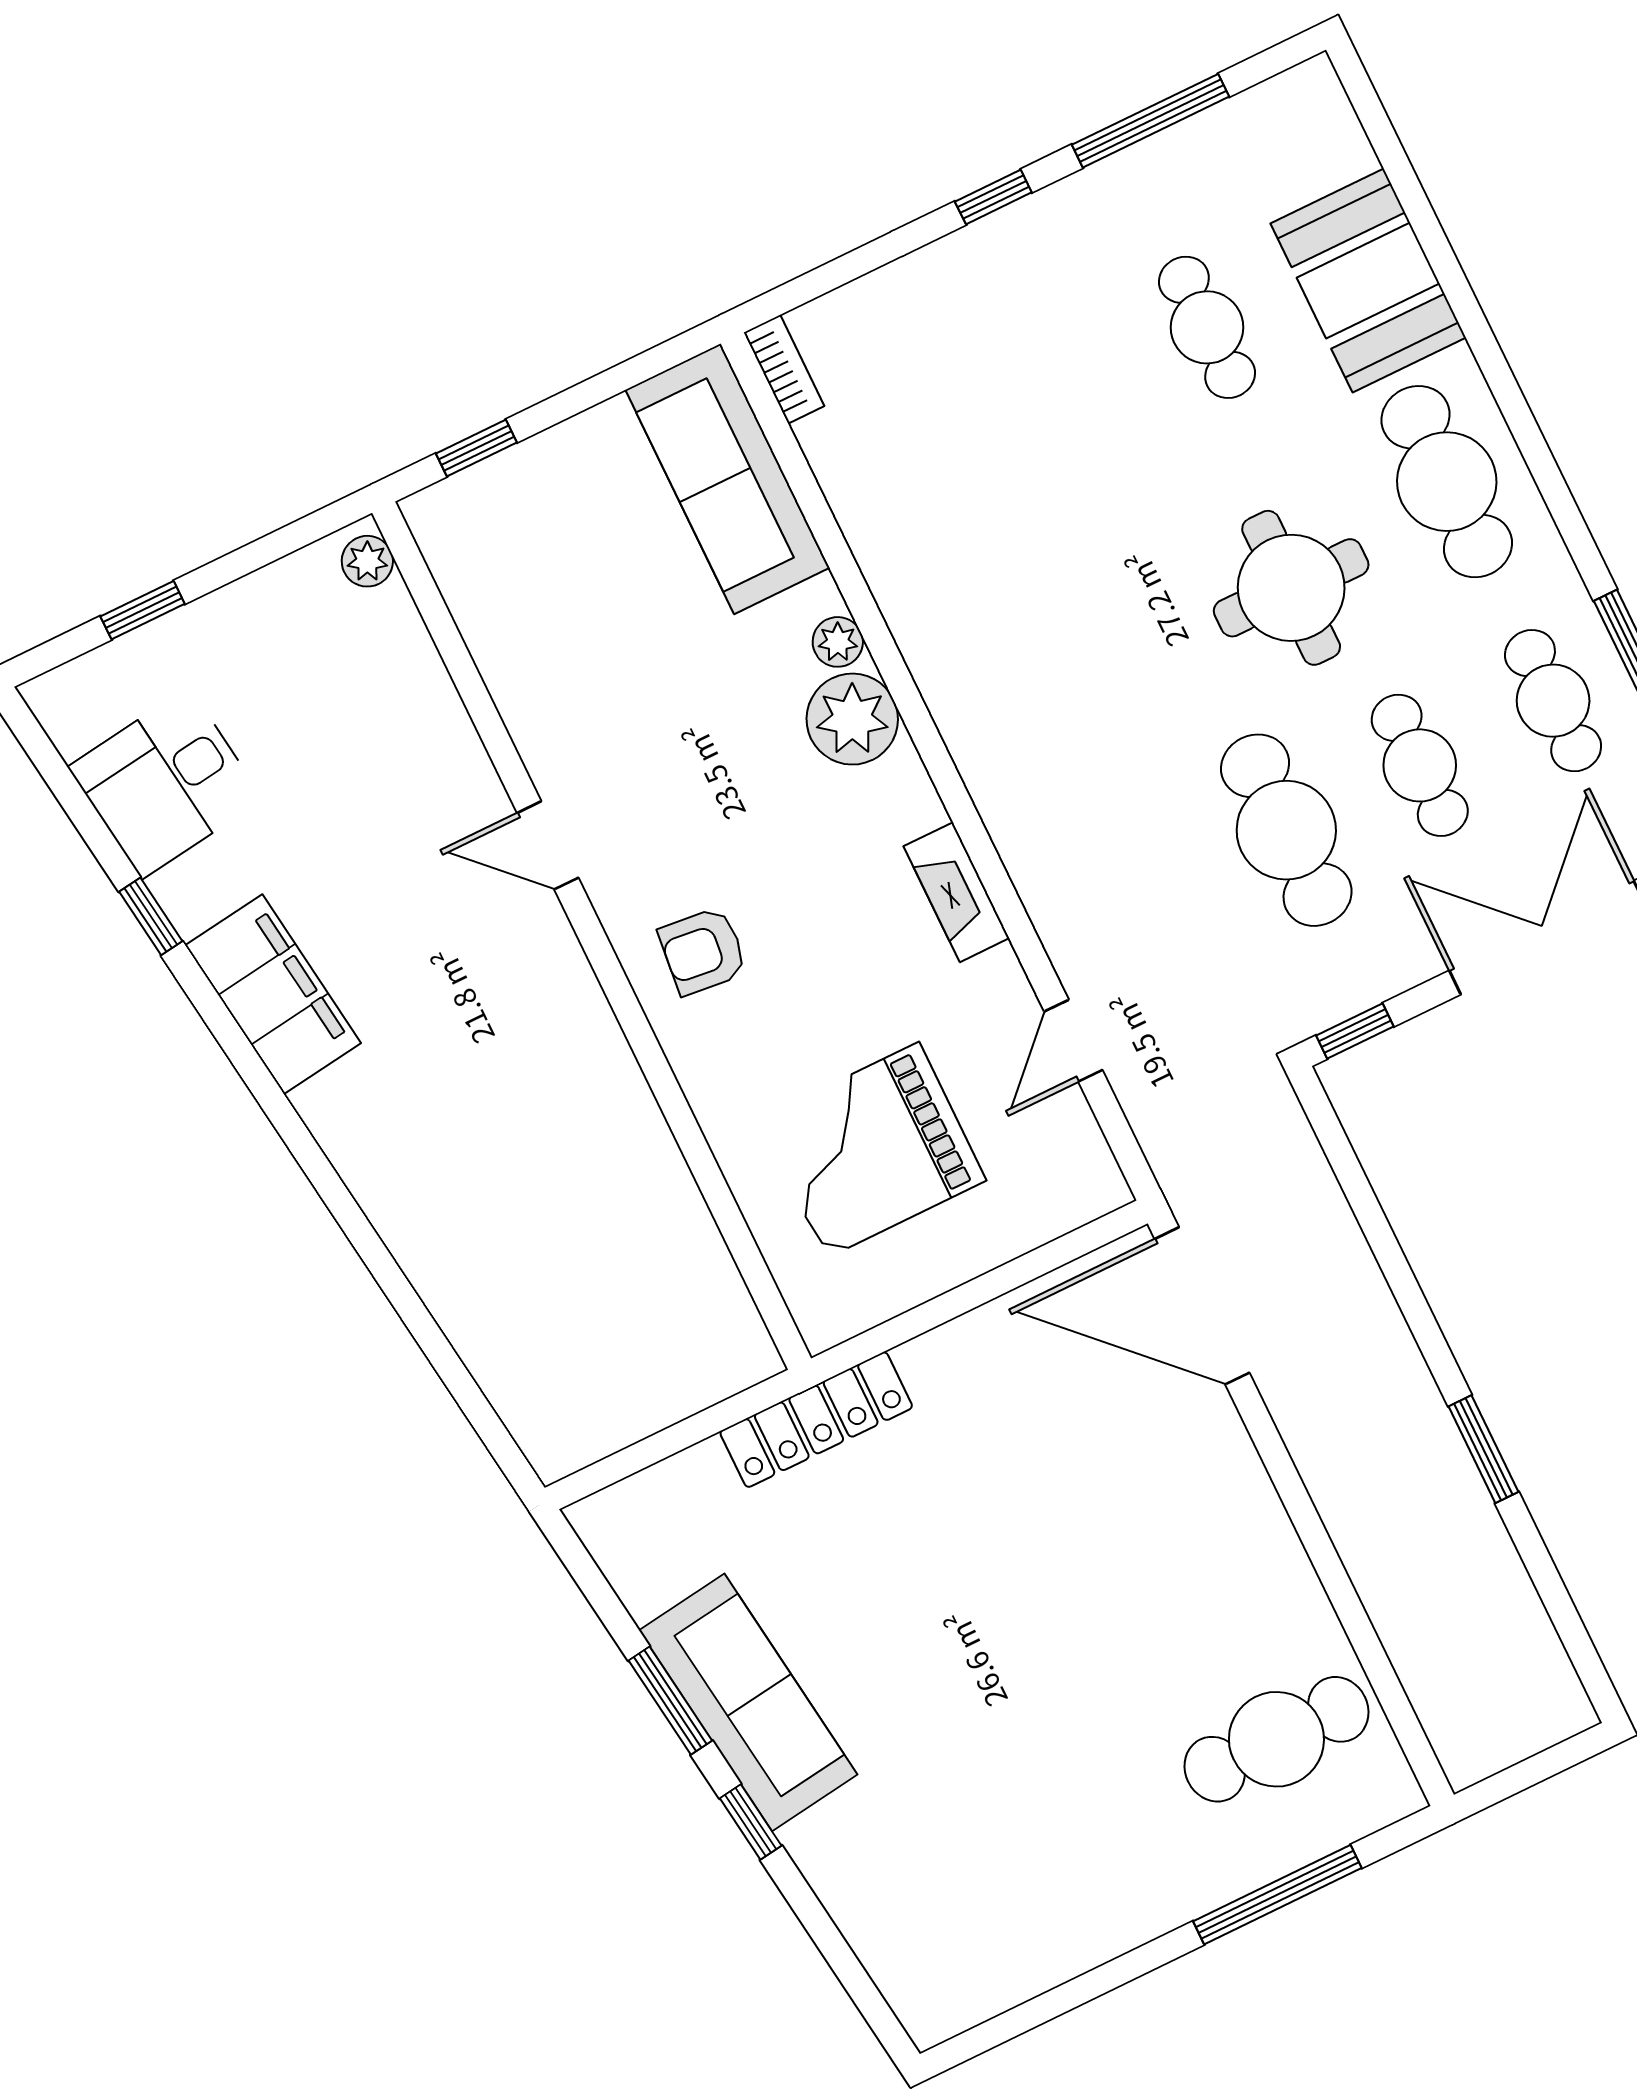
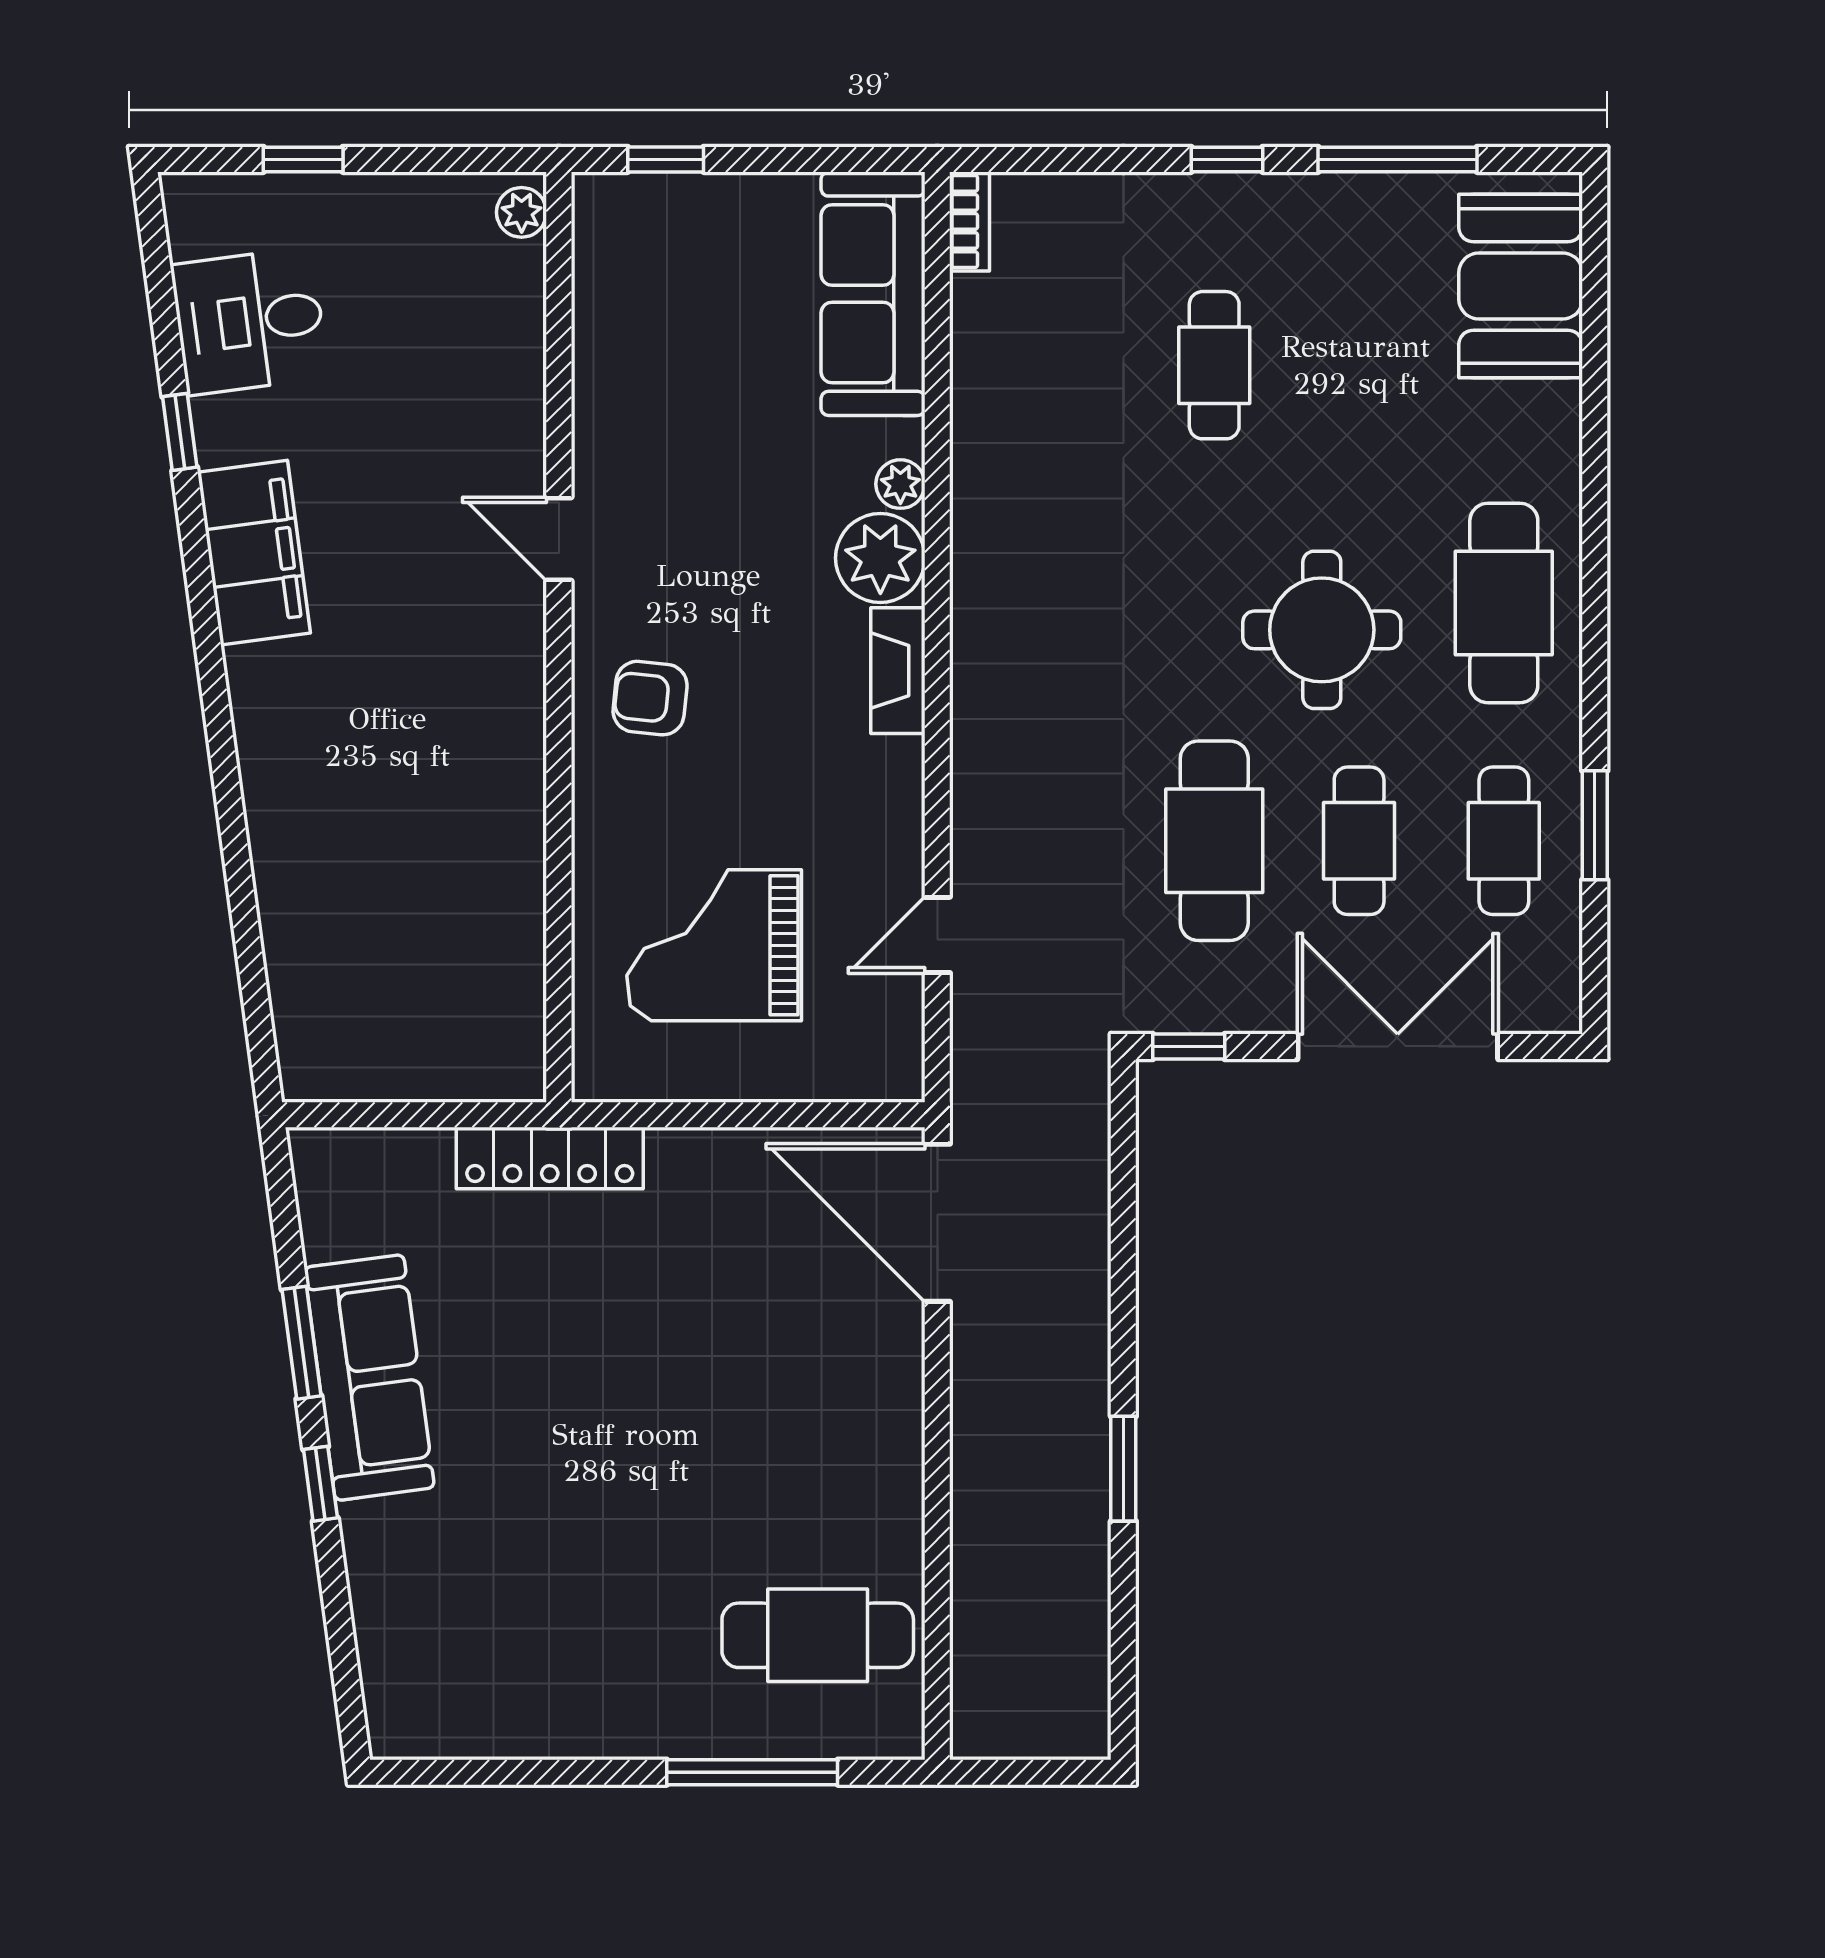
booth: (1368, 281) -> (1521, 286), moved
cafe table: (1207, 327) -> (1214, 365), moved
fireplace: (956, 892) -> (898, 671), moved

